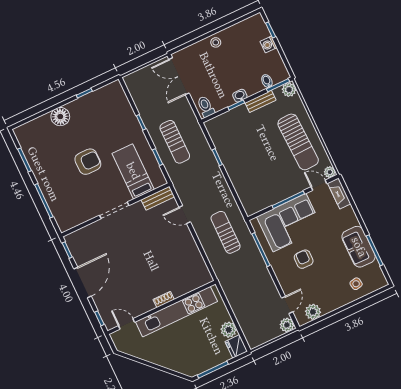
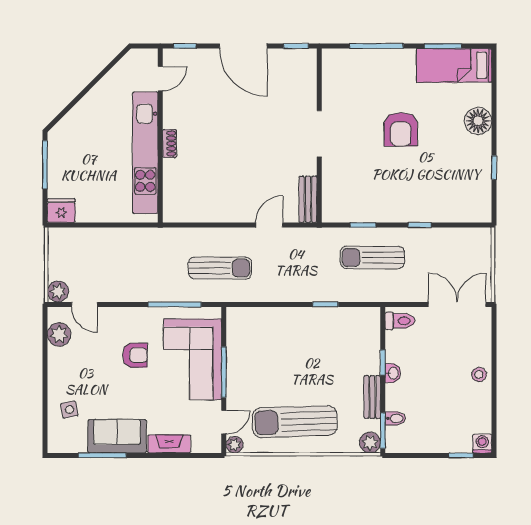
washing machine: (268, 44) -> (482, 444), moved
bed: (133, 171) -> (454, 65), moved, turned 180
fireplace: (339, 193) -> (169, 444), moved
plant: (229, 330) -> (88, 211), removed

